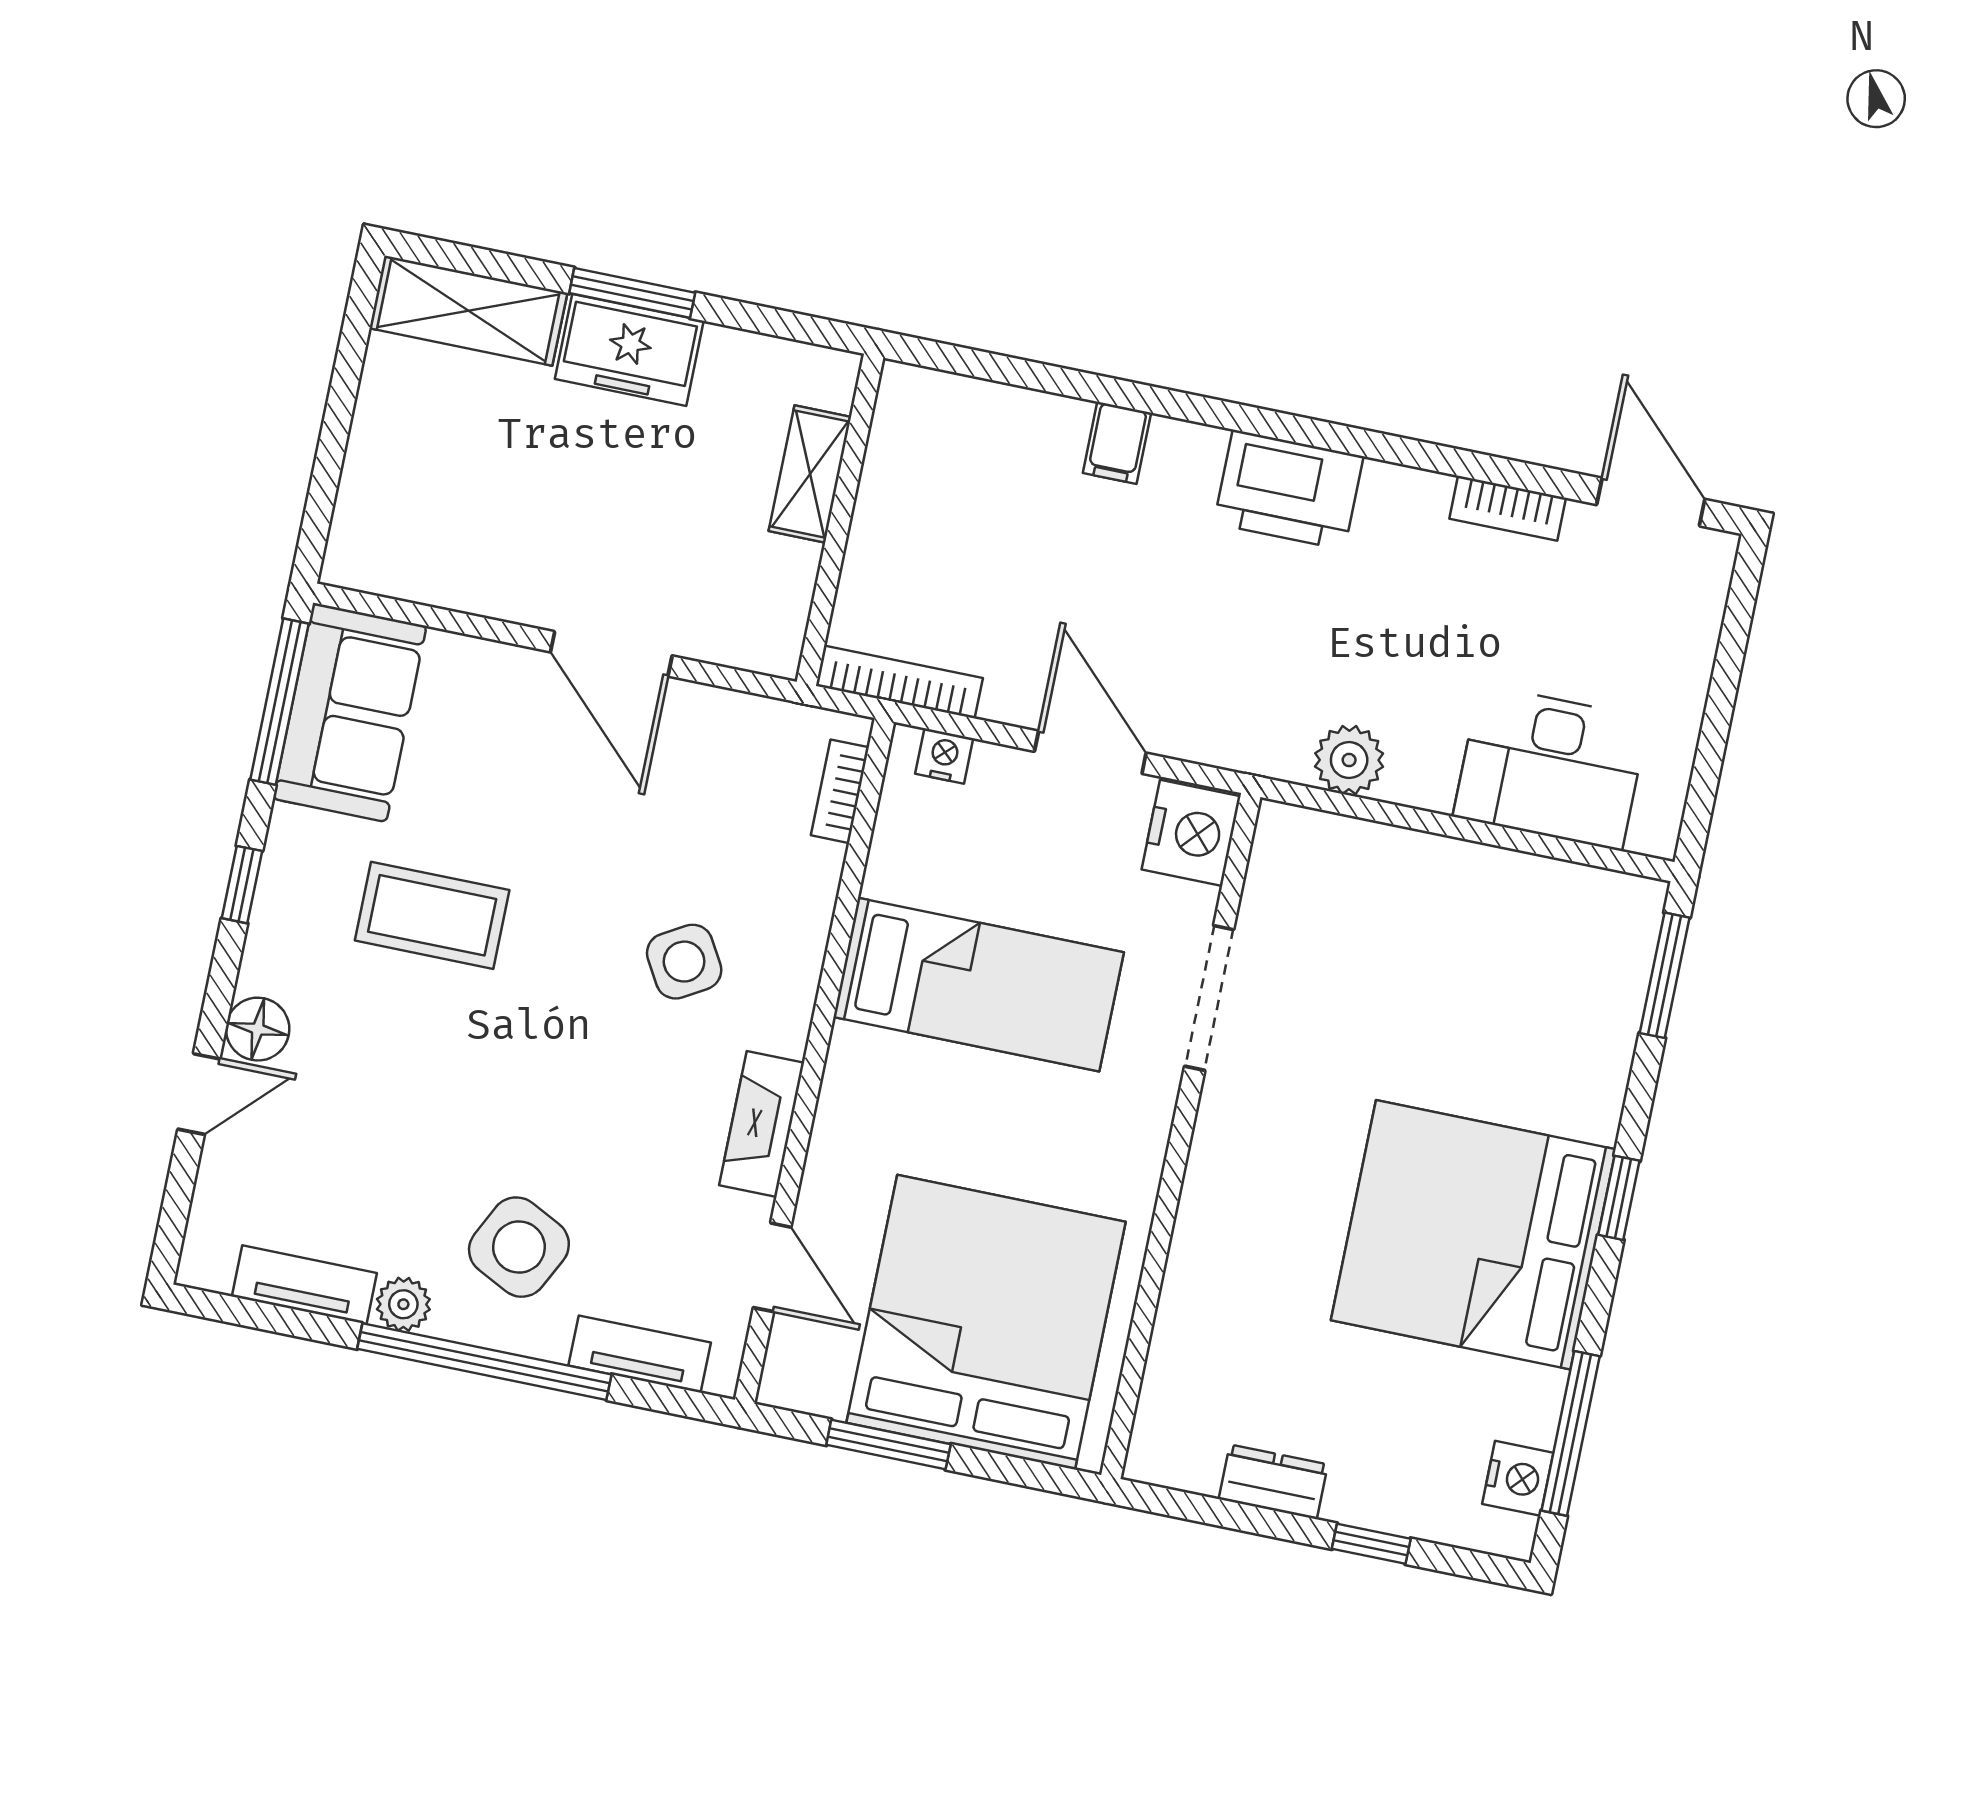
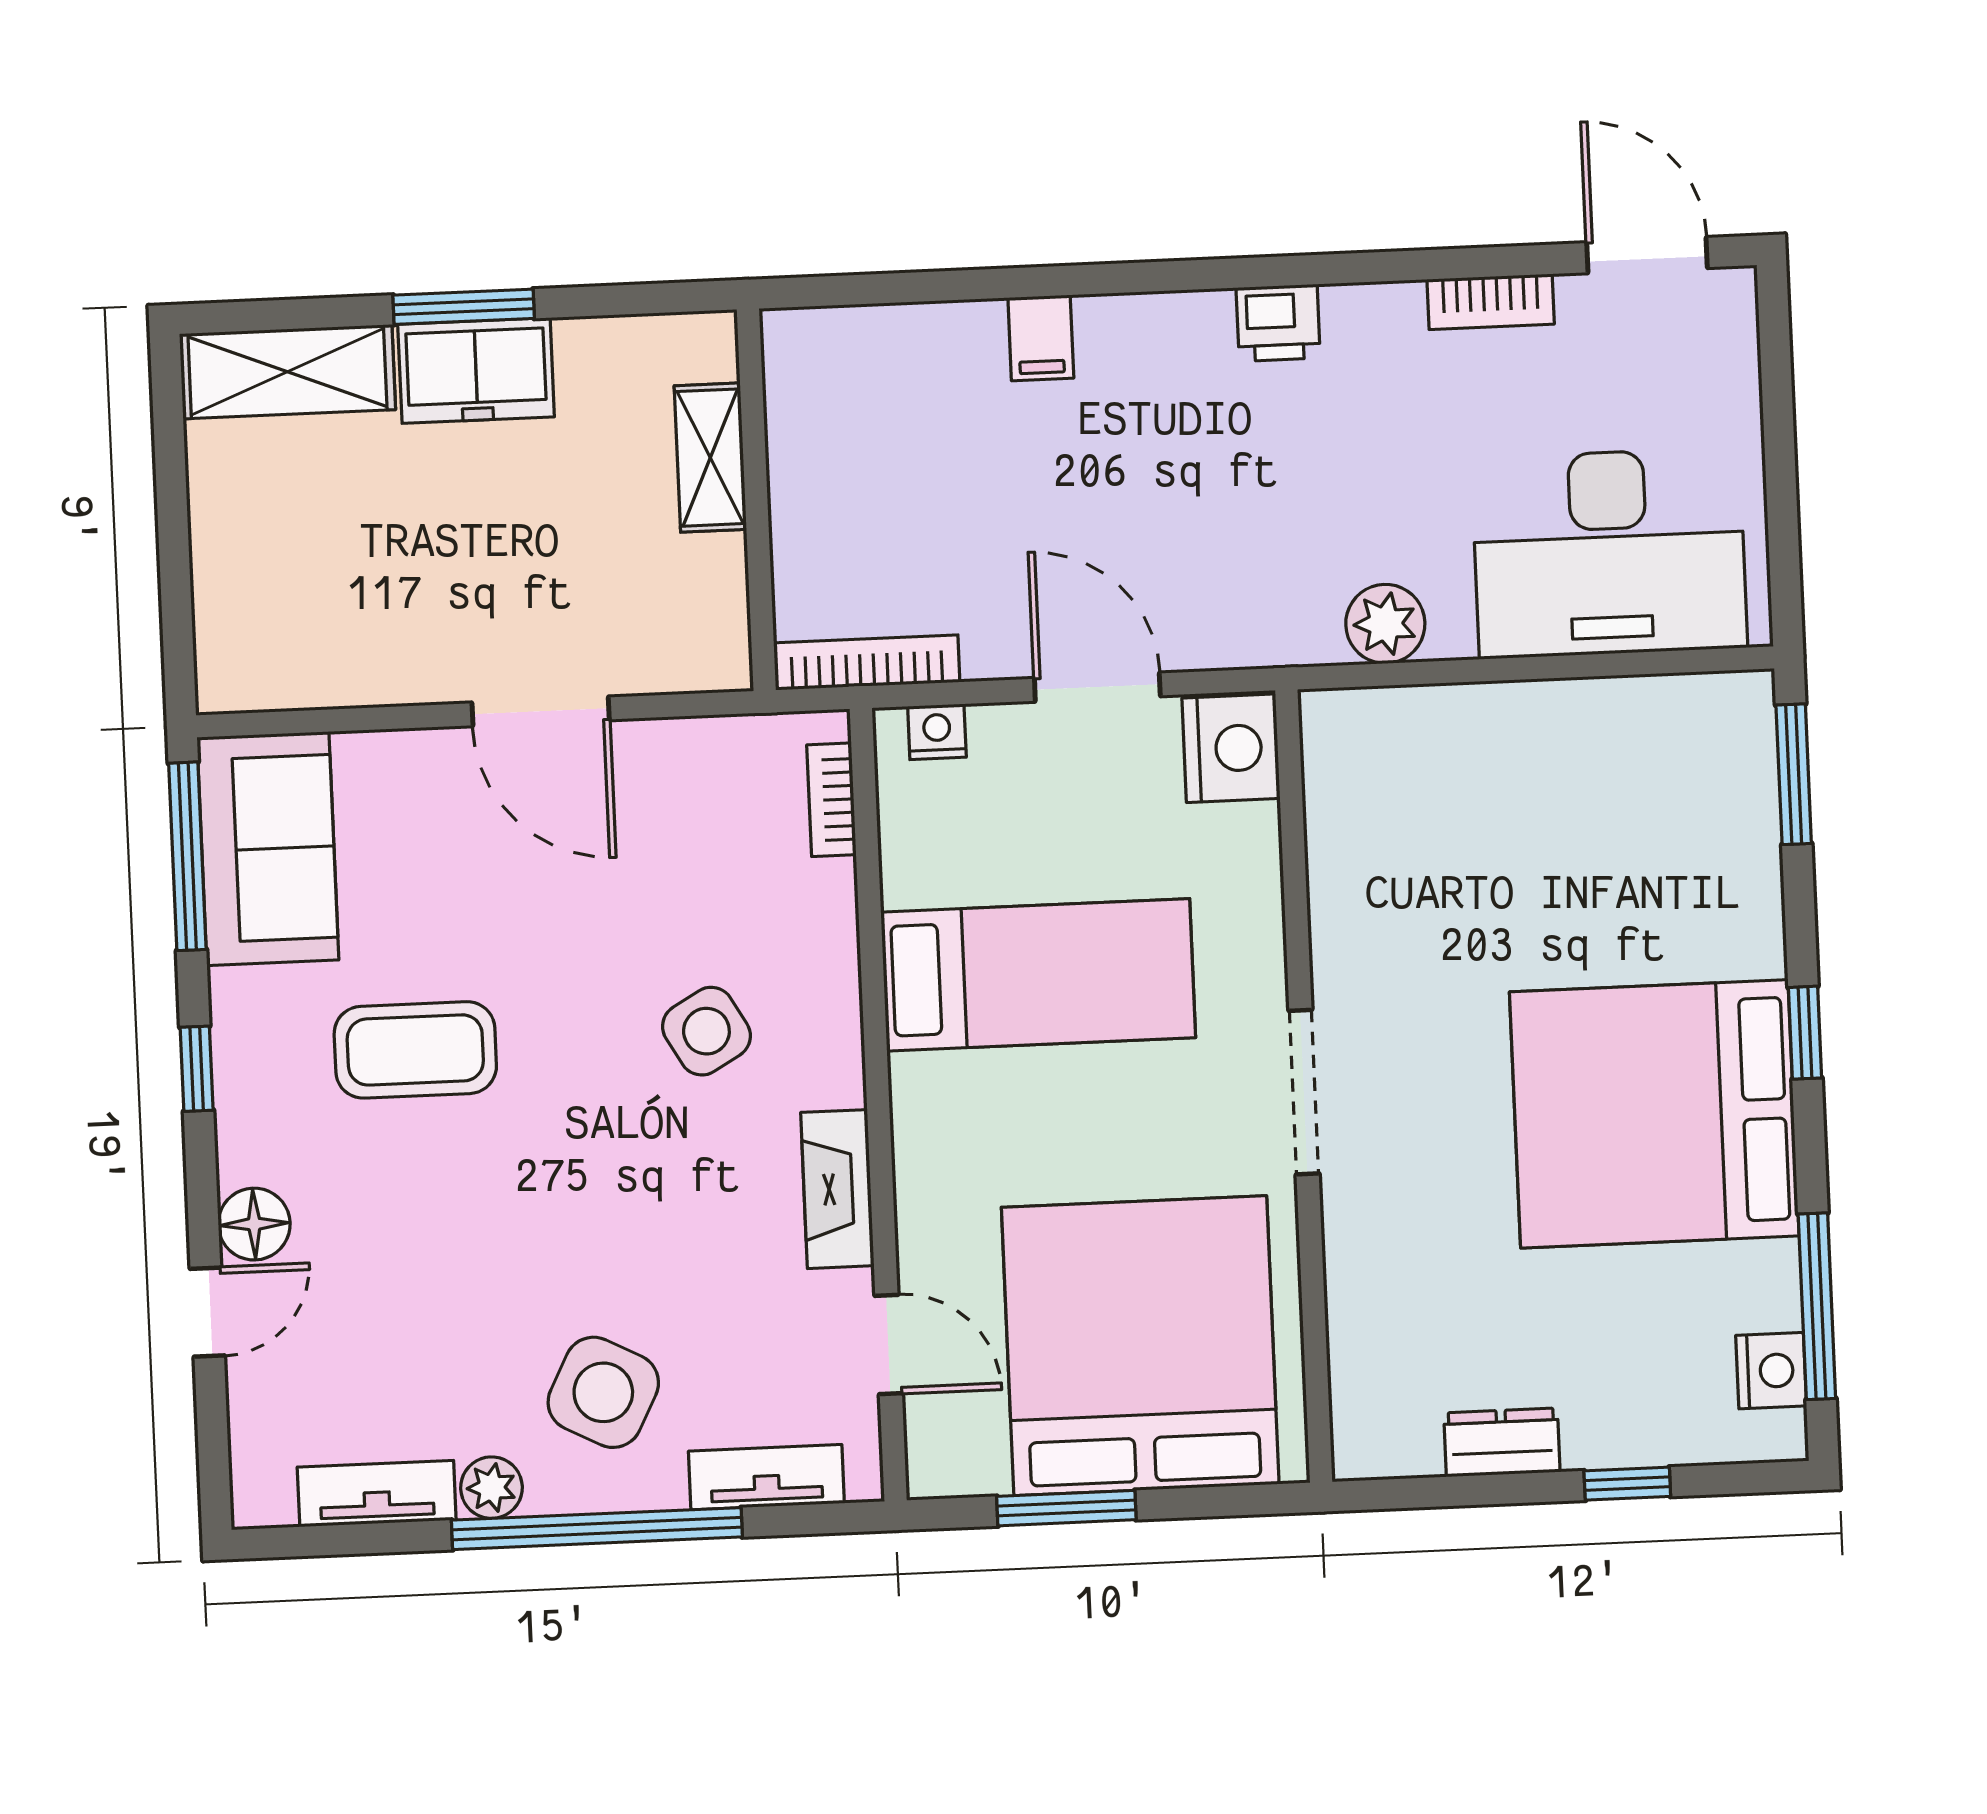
printer: (1289, 490) -> (1278, 323), width x0.53, depth x0.68
desk: (1551, 768) -> (1609, 553), width x1.36, depth x1.30
doorway: (1209, 998) -> (1304, 1092), moved

